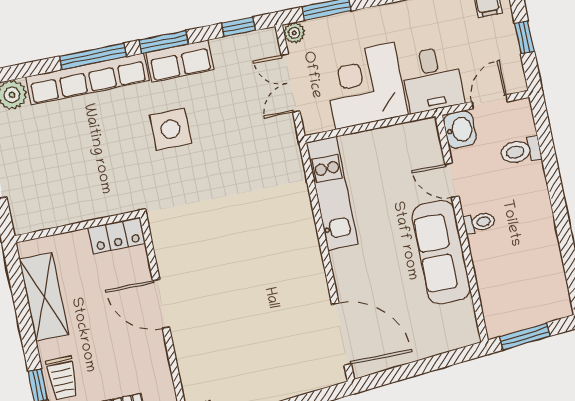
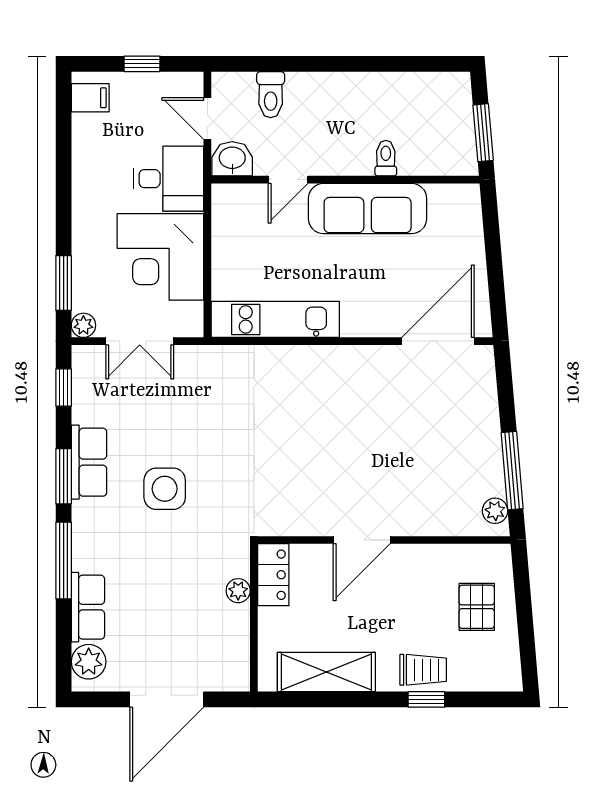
row of seats: (87, 79) -> (88, 607), width x0.50
plant: (97, 209) -> (238, 591), added
toilet: (479, 222) -> (386, 158), moved

